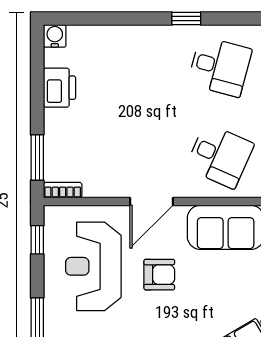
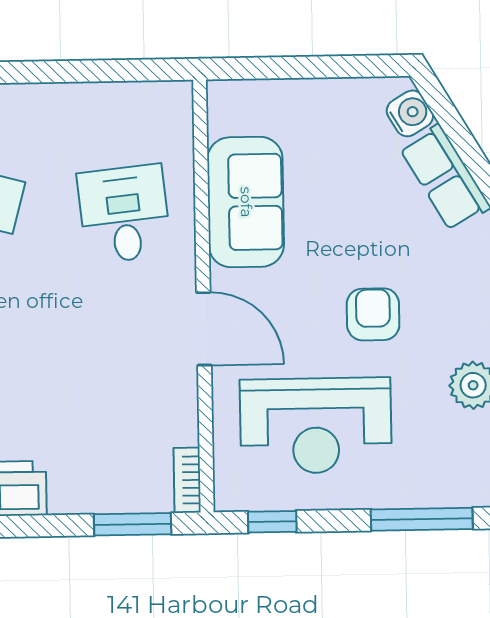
desk: (220, 156) -> (124, 214), turned -30
armchair: (159, 275) -> (373, 314), moved

